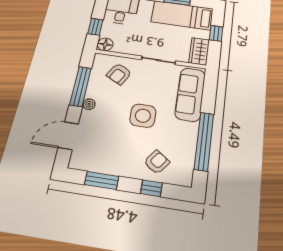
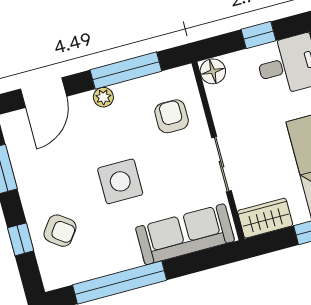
window: (95, 27) -> (259, 35), moved
armchair: (119, 74) -> (172, 116), turned 62
door: (68, 136) -> (44, 93), swing flipped

